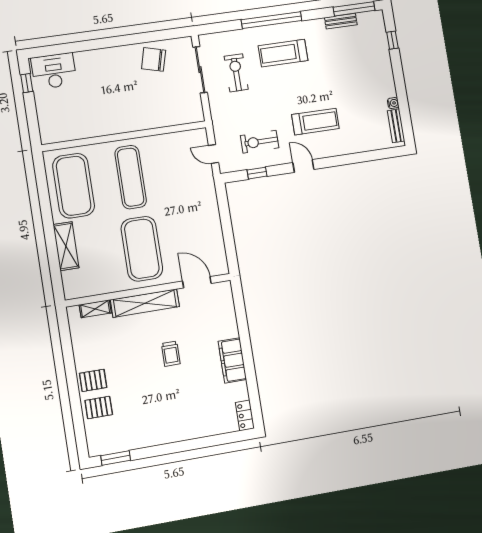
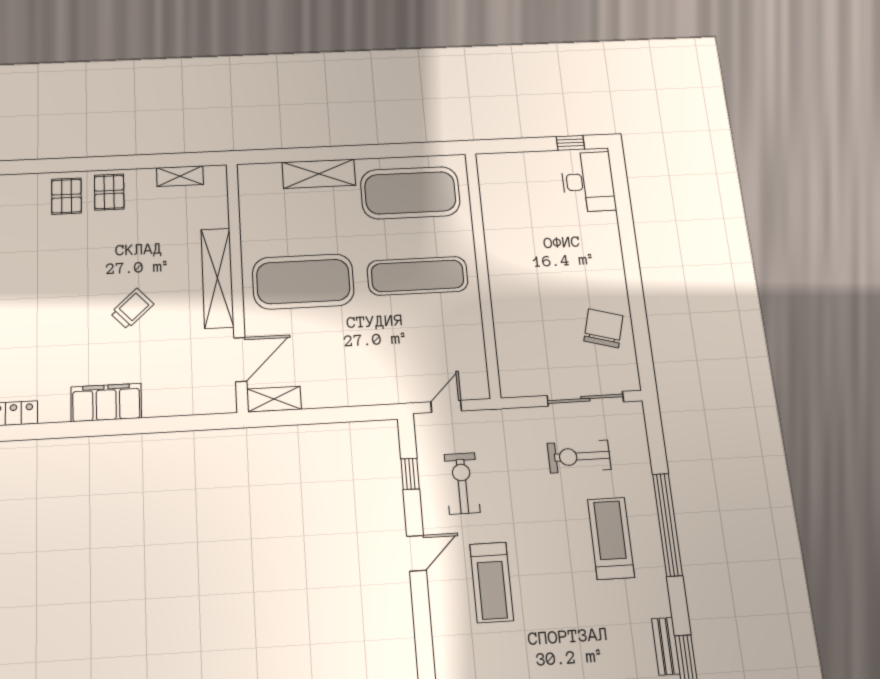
exercise bike: (236, 73) -> (579, 456), turned 180
shelving: (220, 259) -> (274, 399), added
shelving: (95, 309) -> (180, 176), moved, turned 90
trolley: (171, 354) -> (132, 309), turned 137

